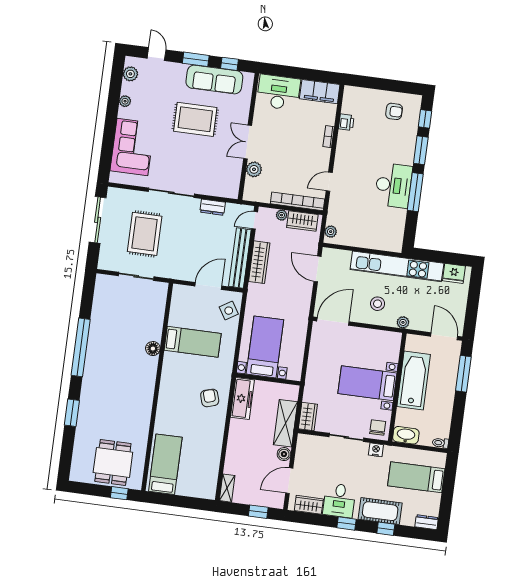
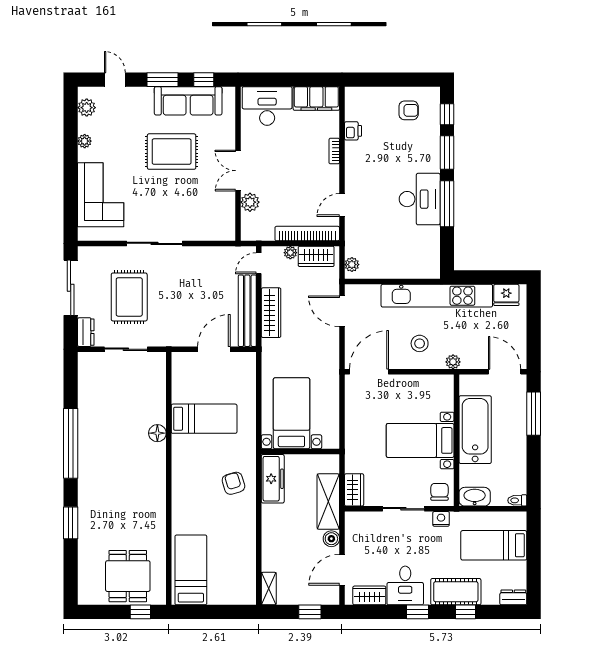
dresser: (213, 207) -> (86, 332), moved, turned -90
side table: (229, 311) -> (242, 376), removed

